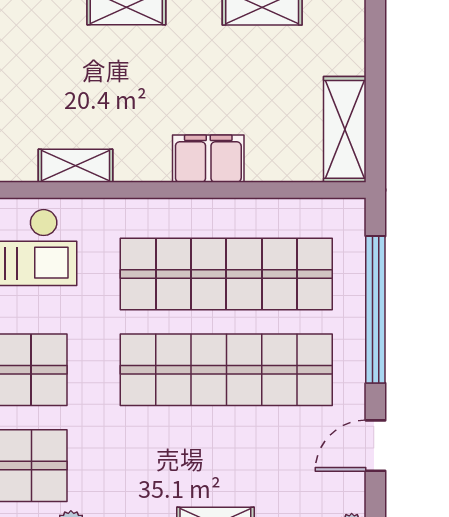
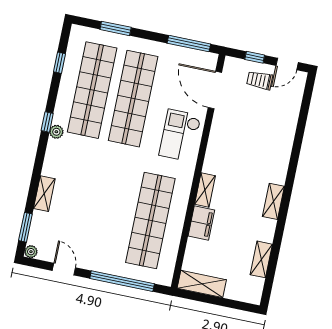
shelving: (76, 166) -> (205, 190), moved
shop shelf: (226, 370) -> (110, 212), removed

